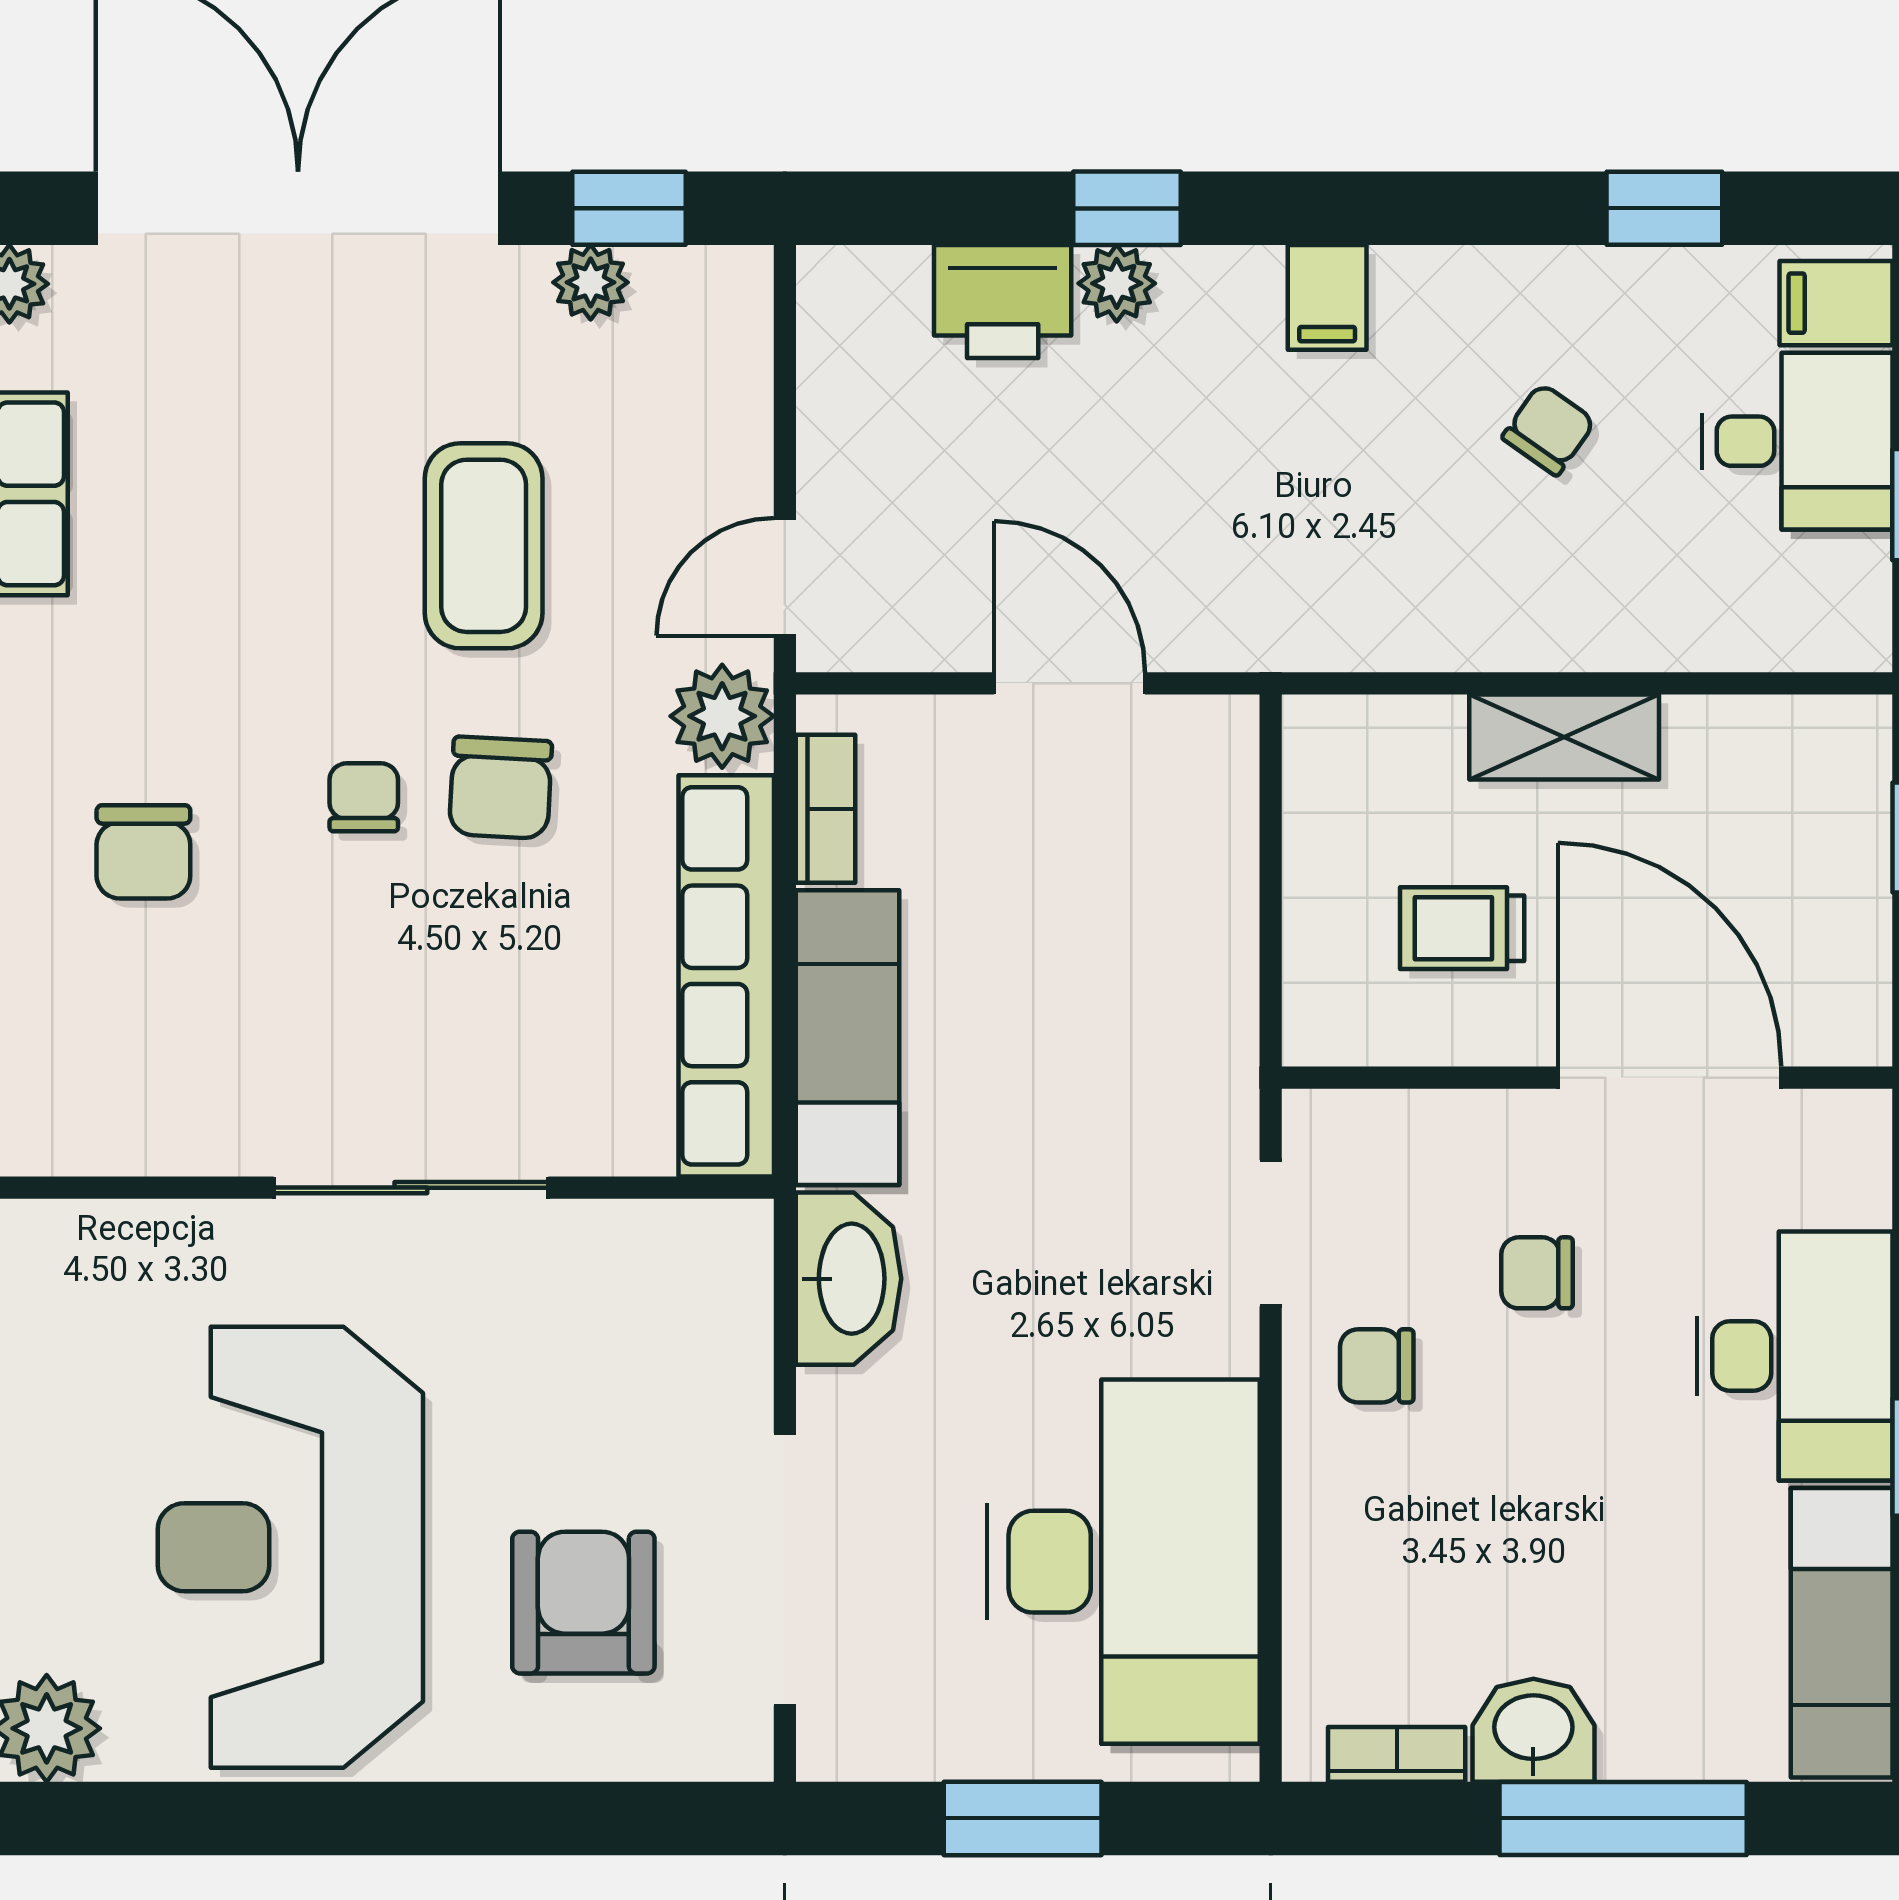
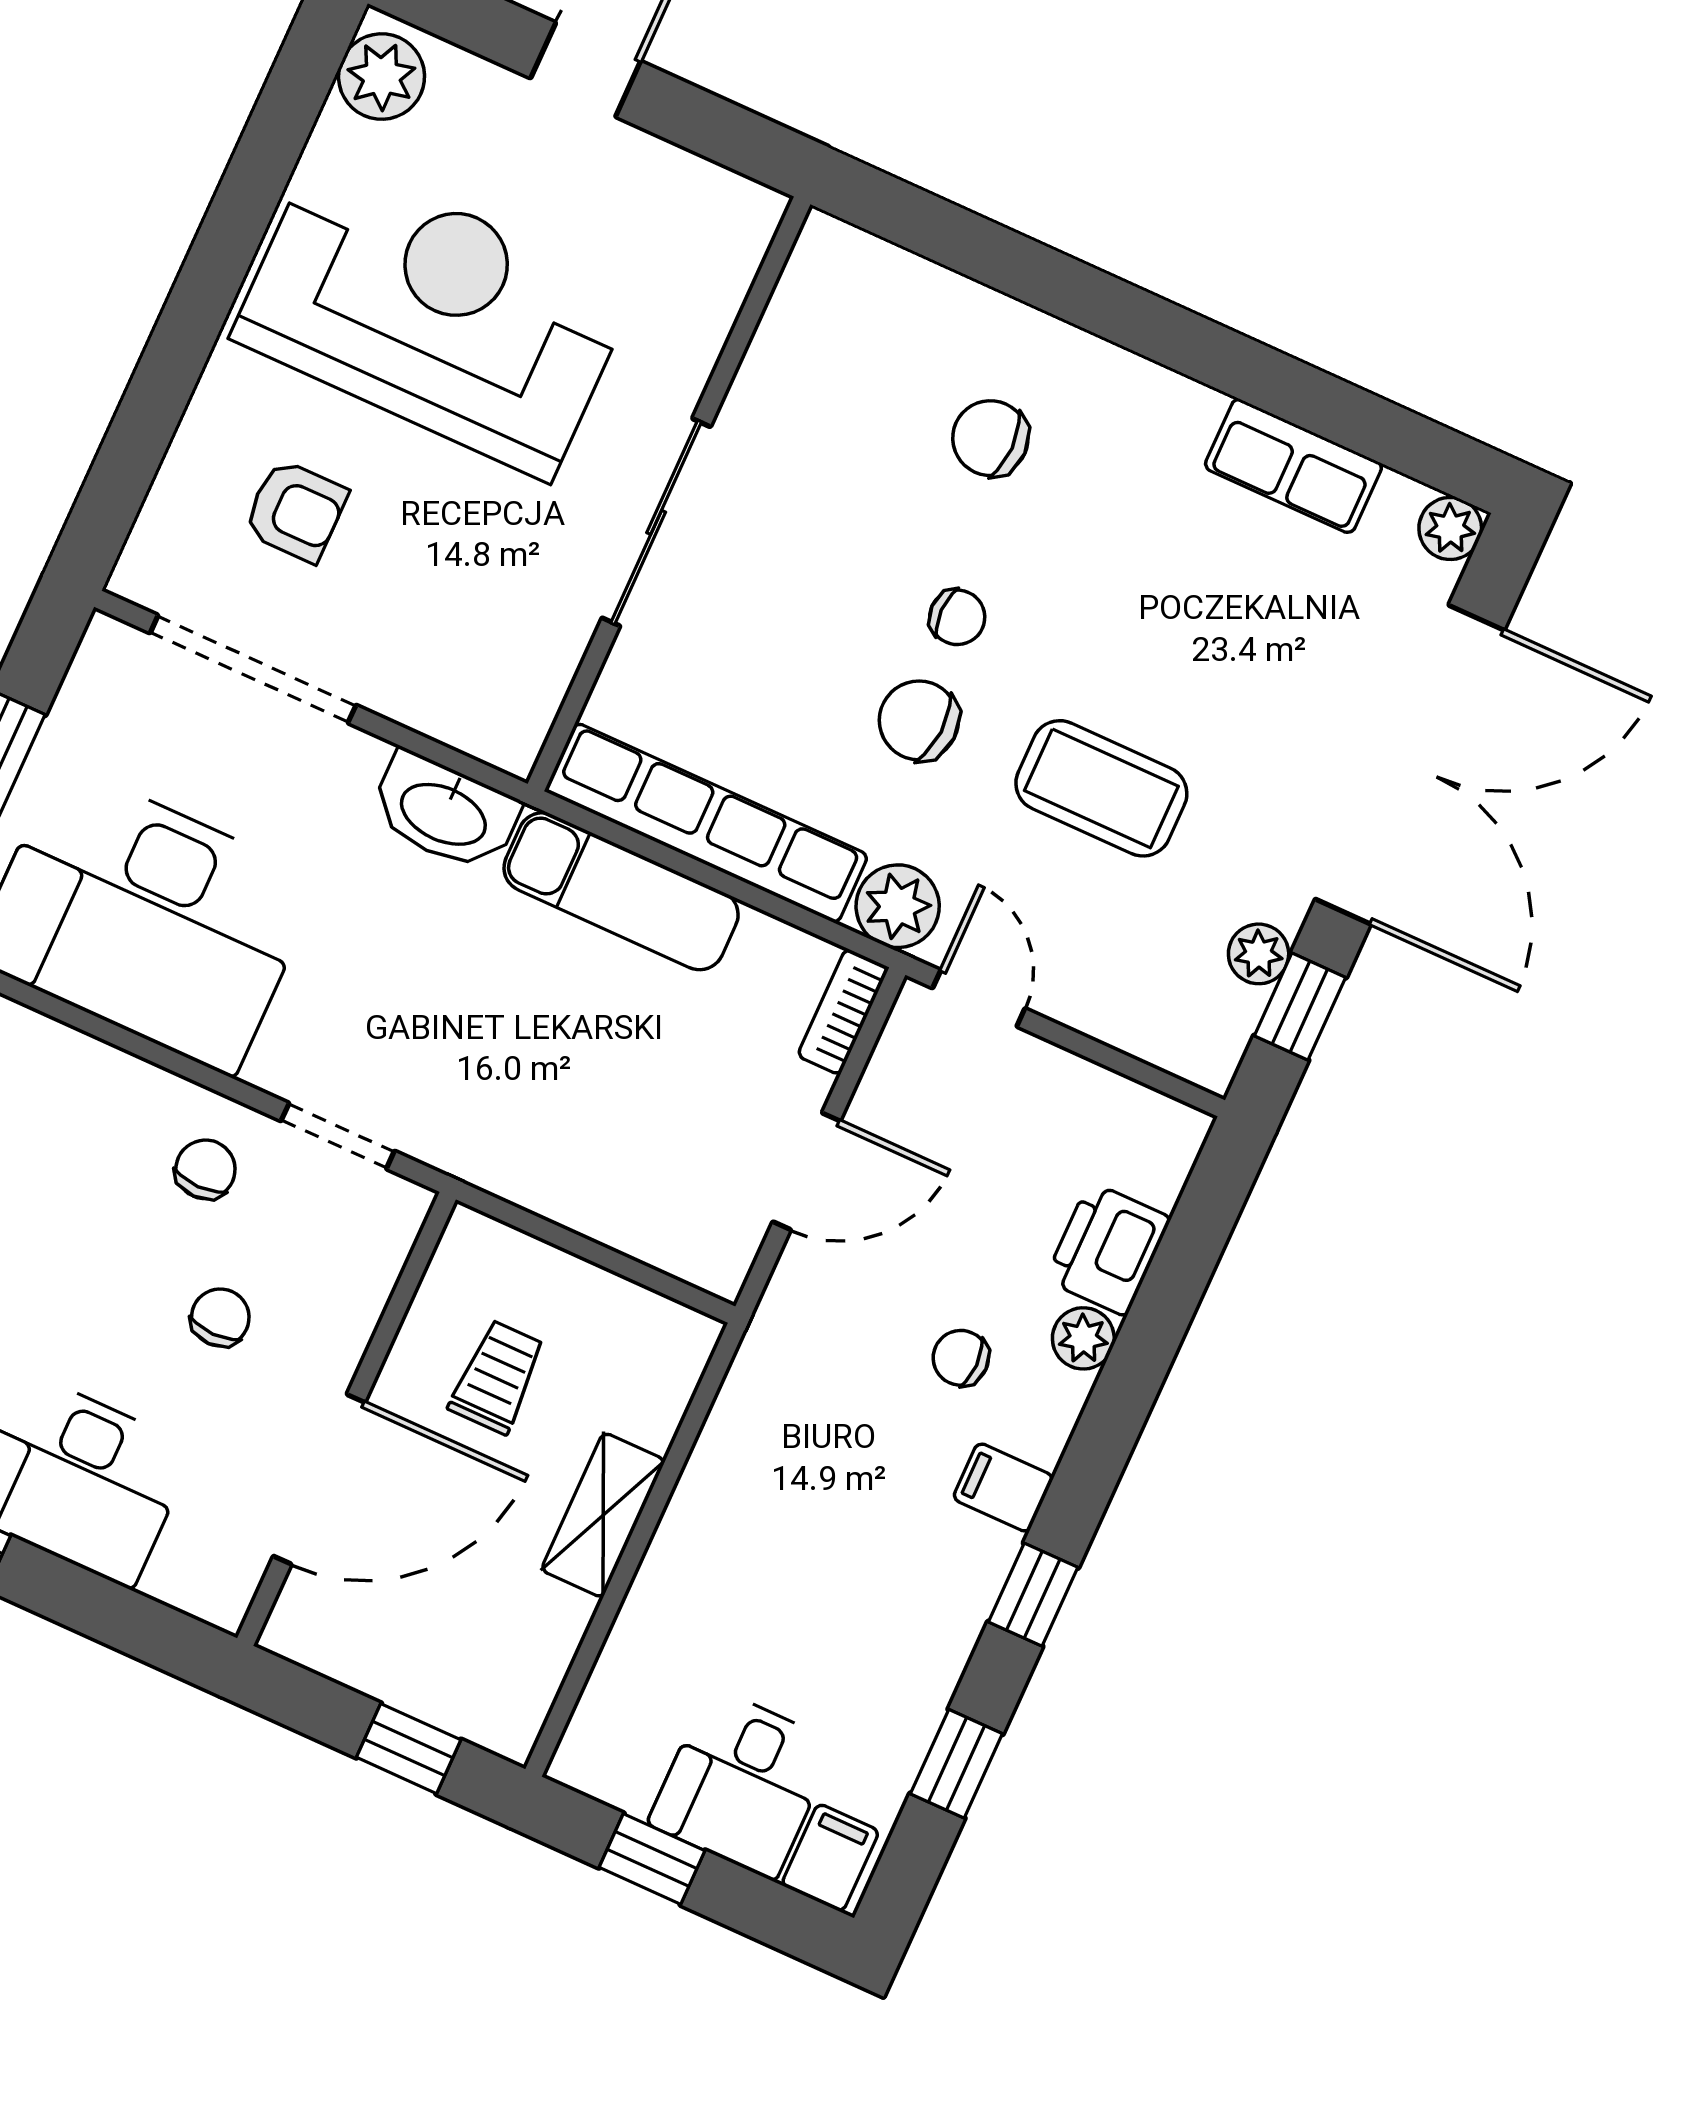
window: (1127, 208) -> (1033, 1595), moved
chair: (1549, 429) -> (961, 1358), moved, turned 145
bookcase: (825, 809) -> (843, 1012), moved, turned 90
armchair: (583, 1603) -> (295, 511), width x0.72, depth x0.72

